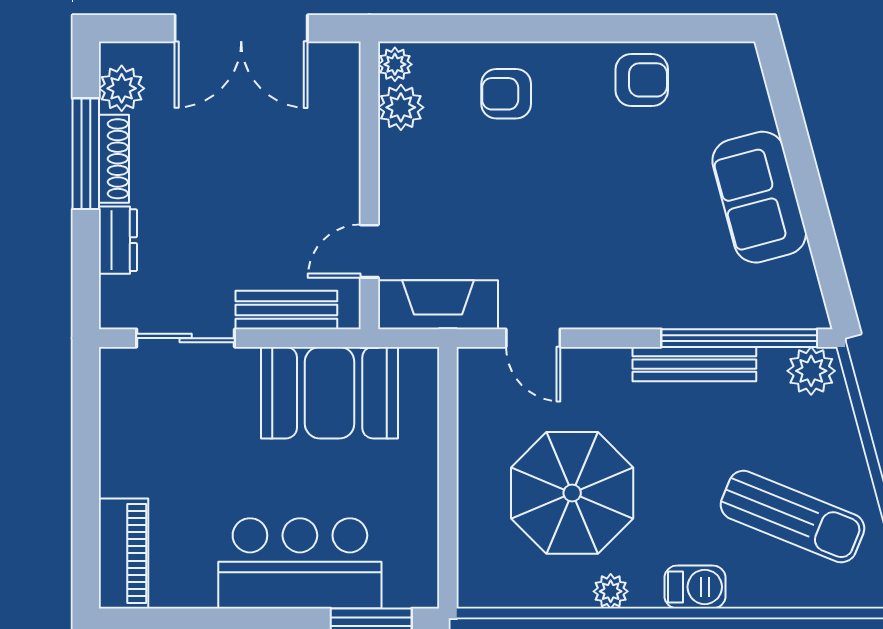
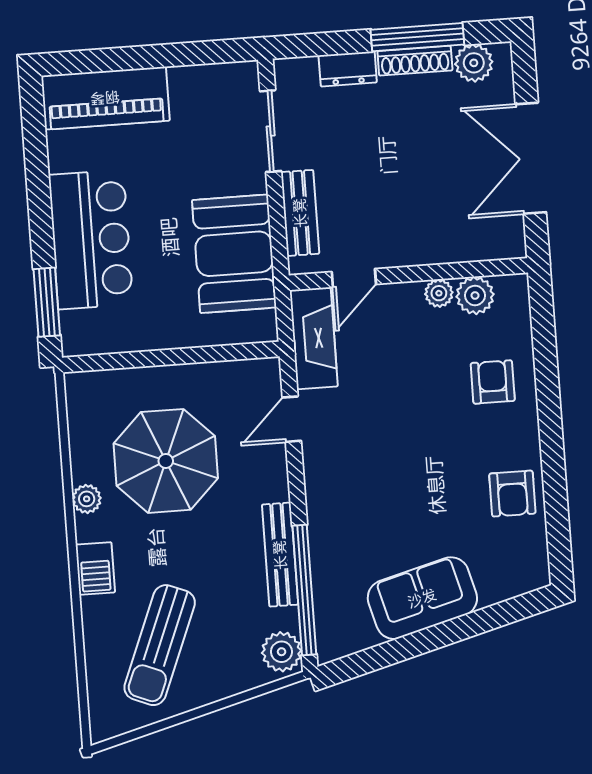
plant: (395, 64) -> (439, 293), moved
door: (369, 251) -> (354, 278), swing flipped
piano: (123, 553) -> (105, 98), width x1.37, depth x1.33

